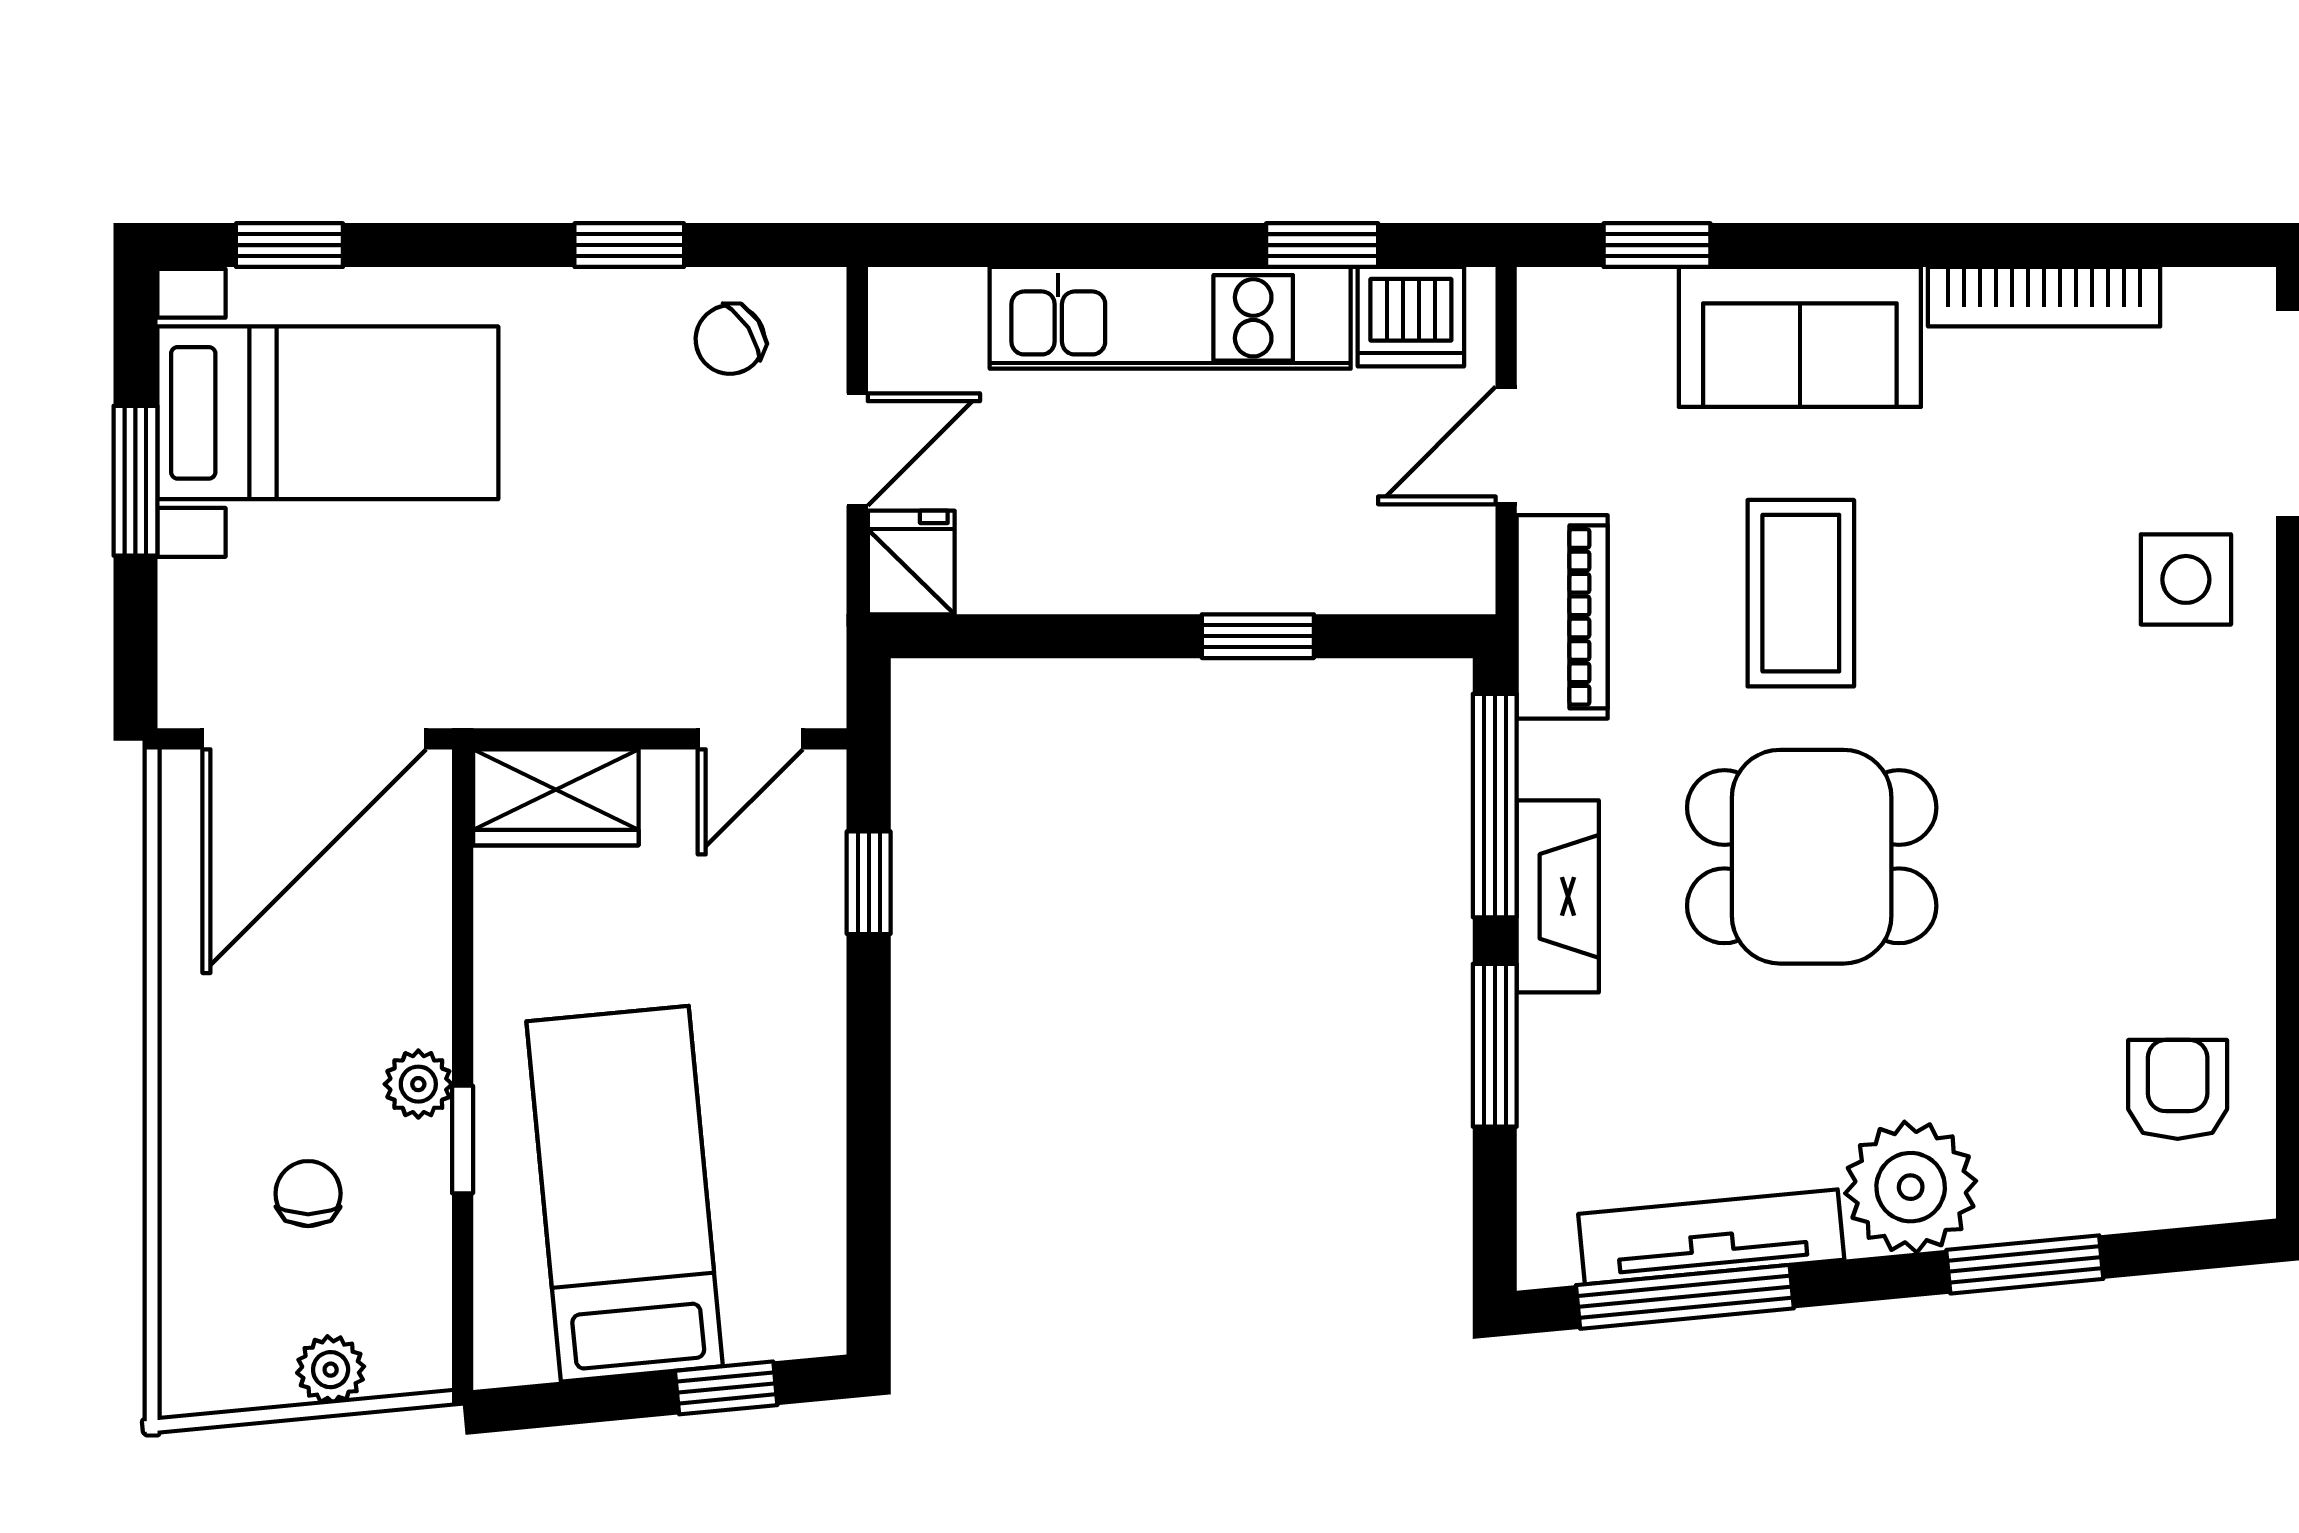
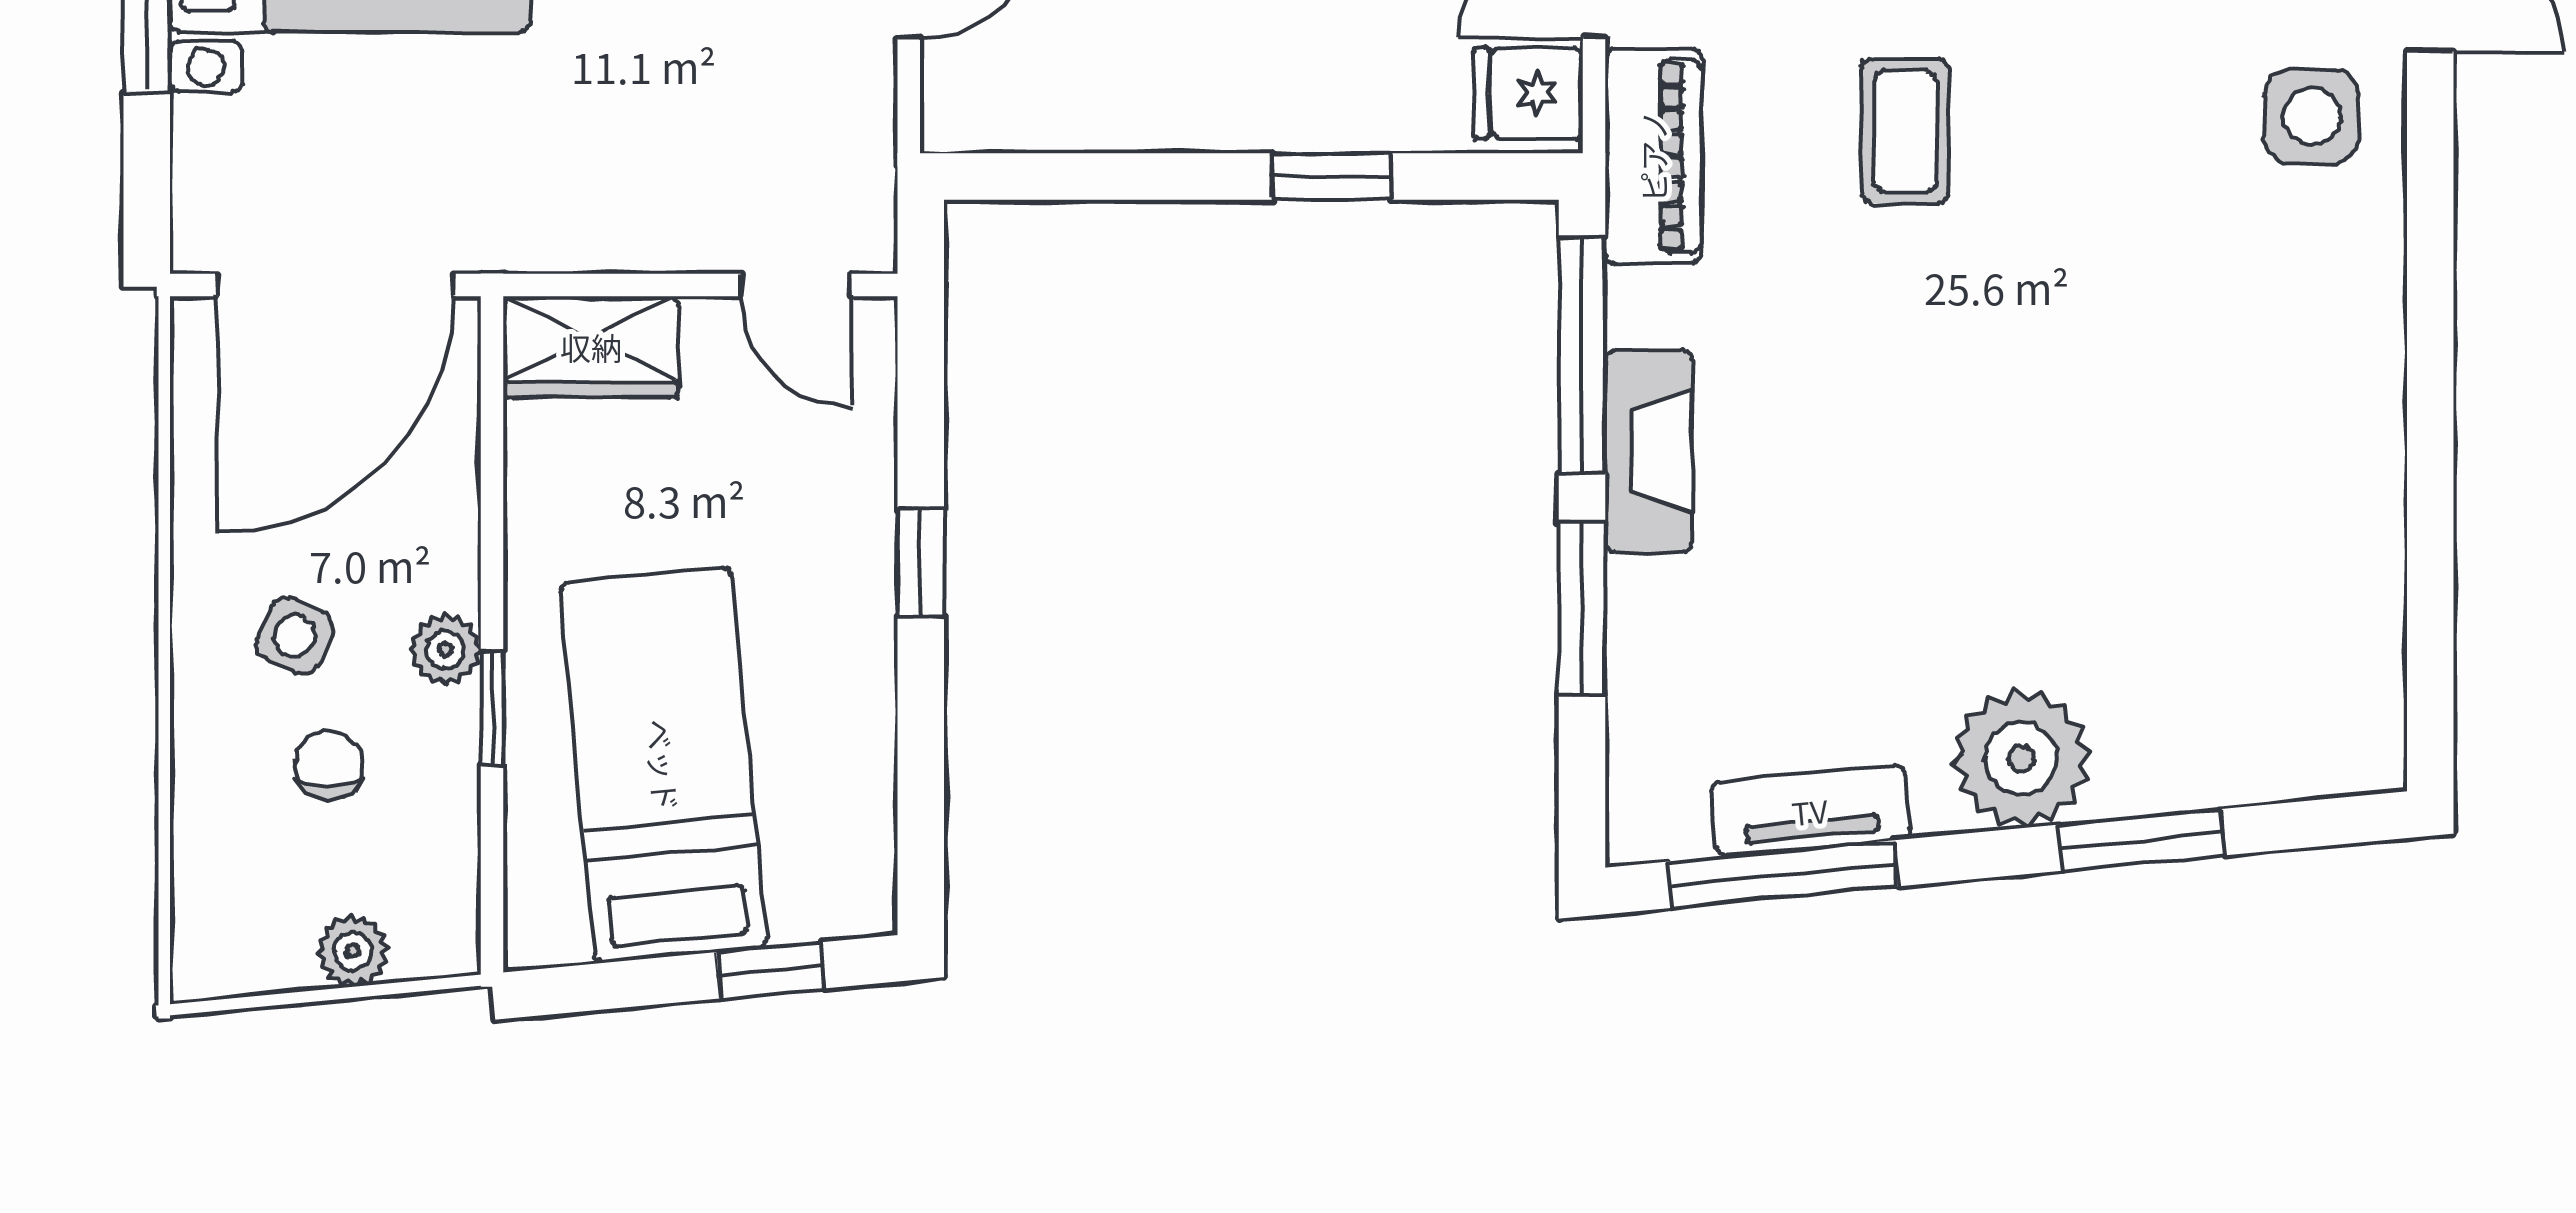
fridge: (911, 562) -> (1528, 93), moved, turned -90
coffee table: (1801, 593) -> (1905, 131), width x0.73, depth x0.77
door: (750, 739) -> (796, 285), hinge flipped
dining table: (1812, 857) -> (1917, 409), removed
window: (869, 883) -> (921, 563), moved
side table: (276, 1071) -> (295, 636), added
armchair: (2178, 1089) -> (2303, 655), removed
tv unit: (1711, 1237) -> (1810, 811), width x0.71

